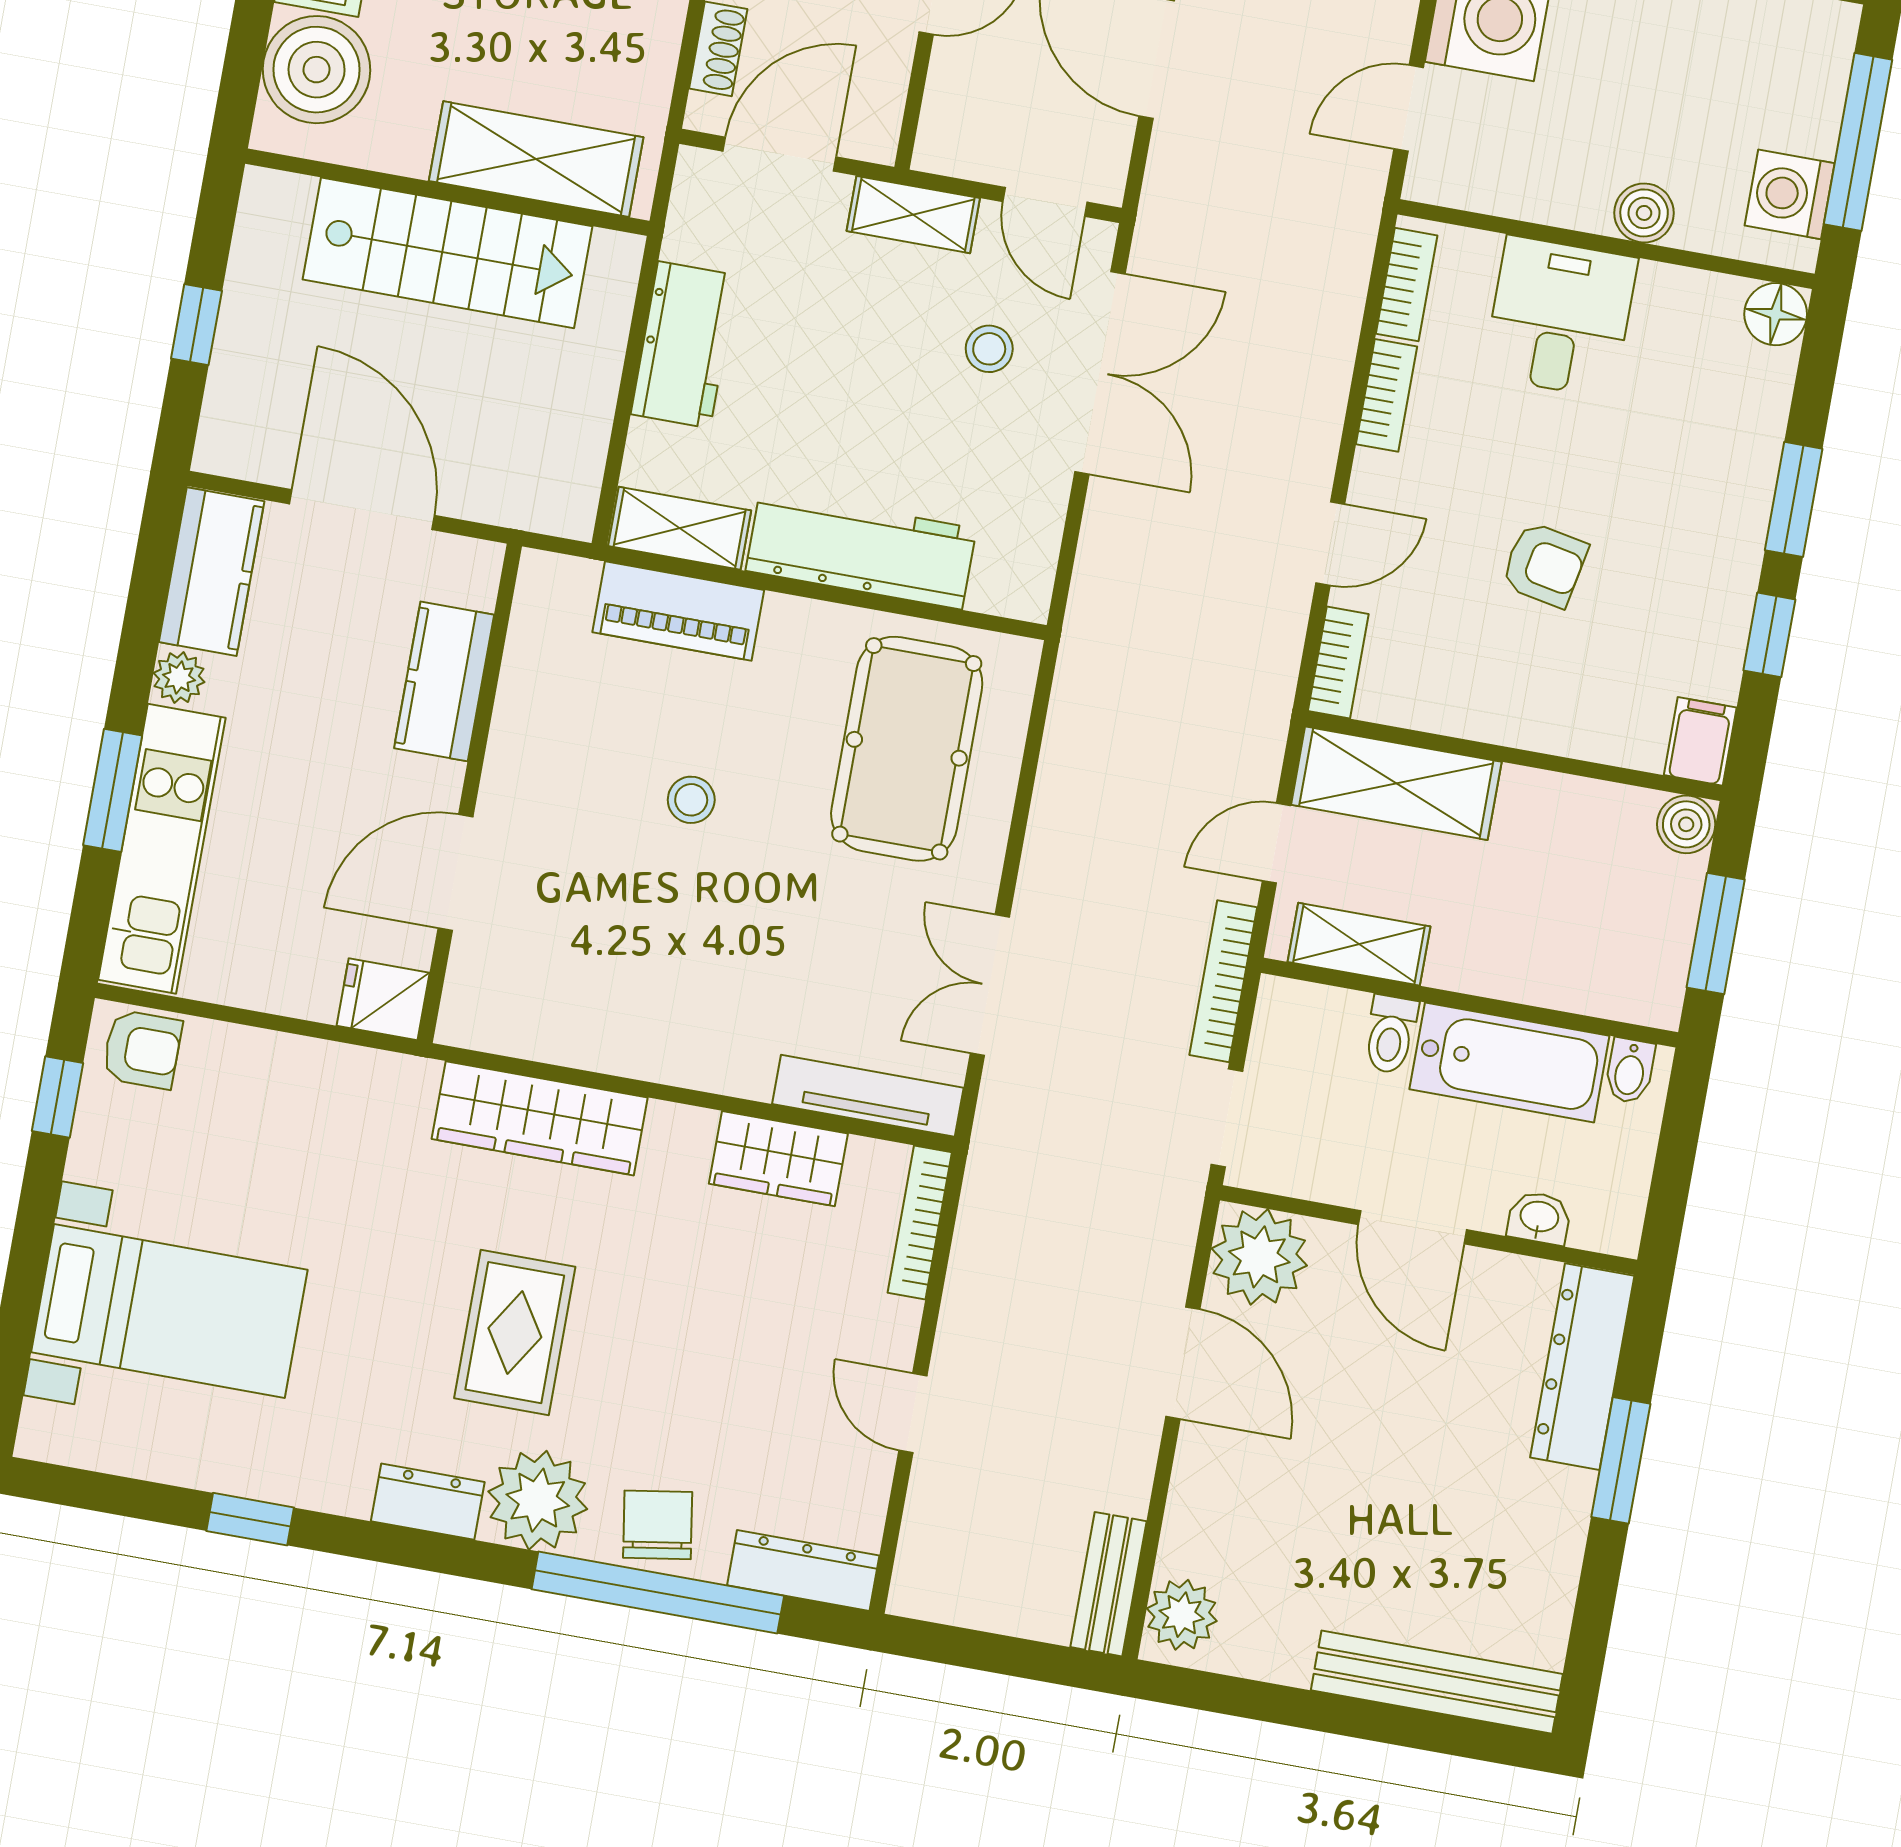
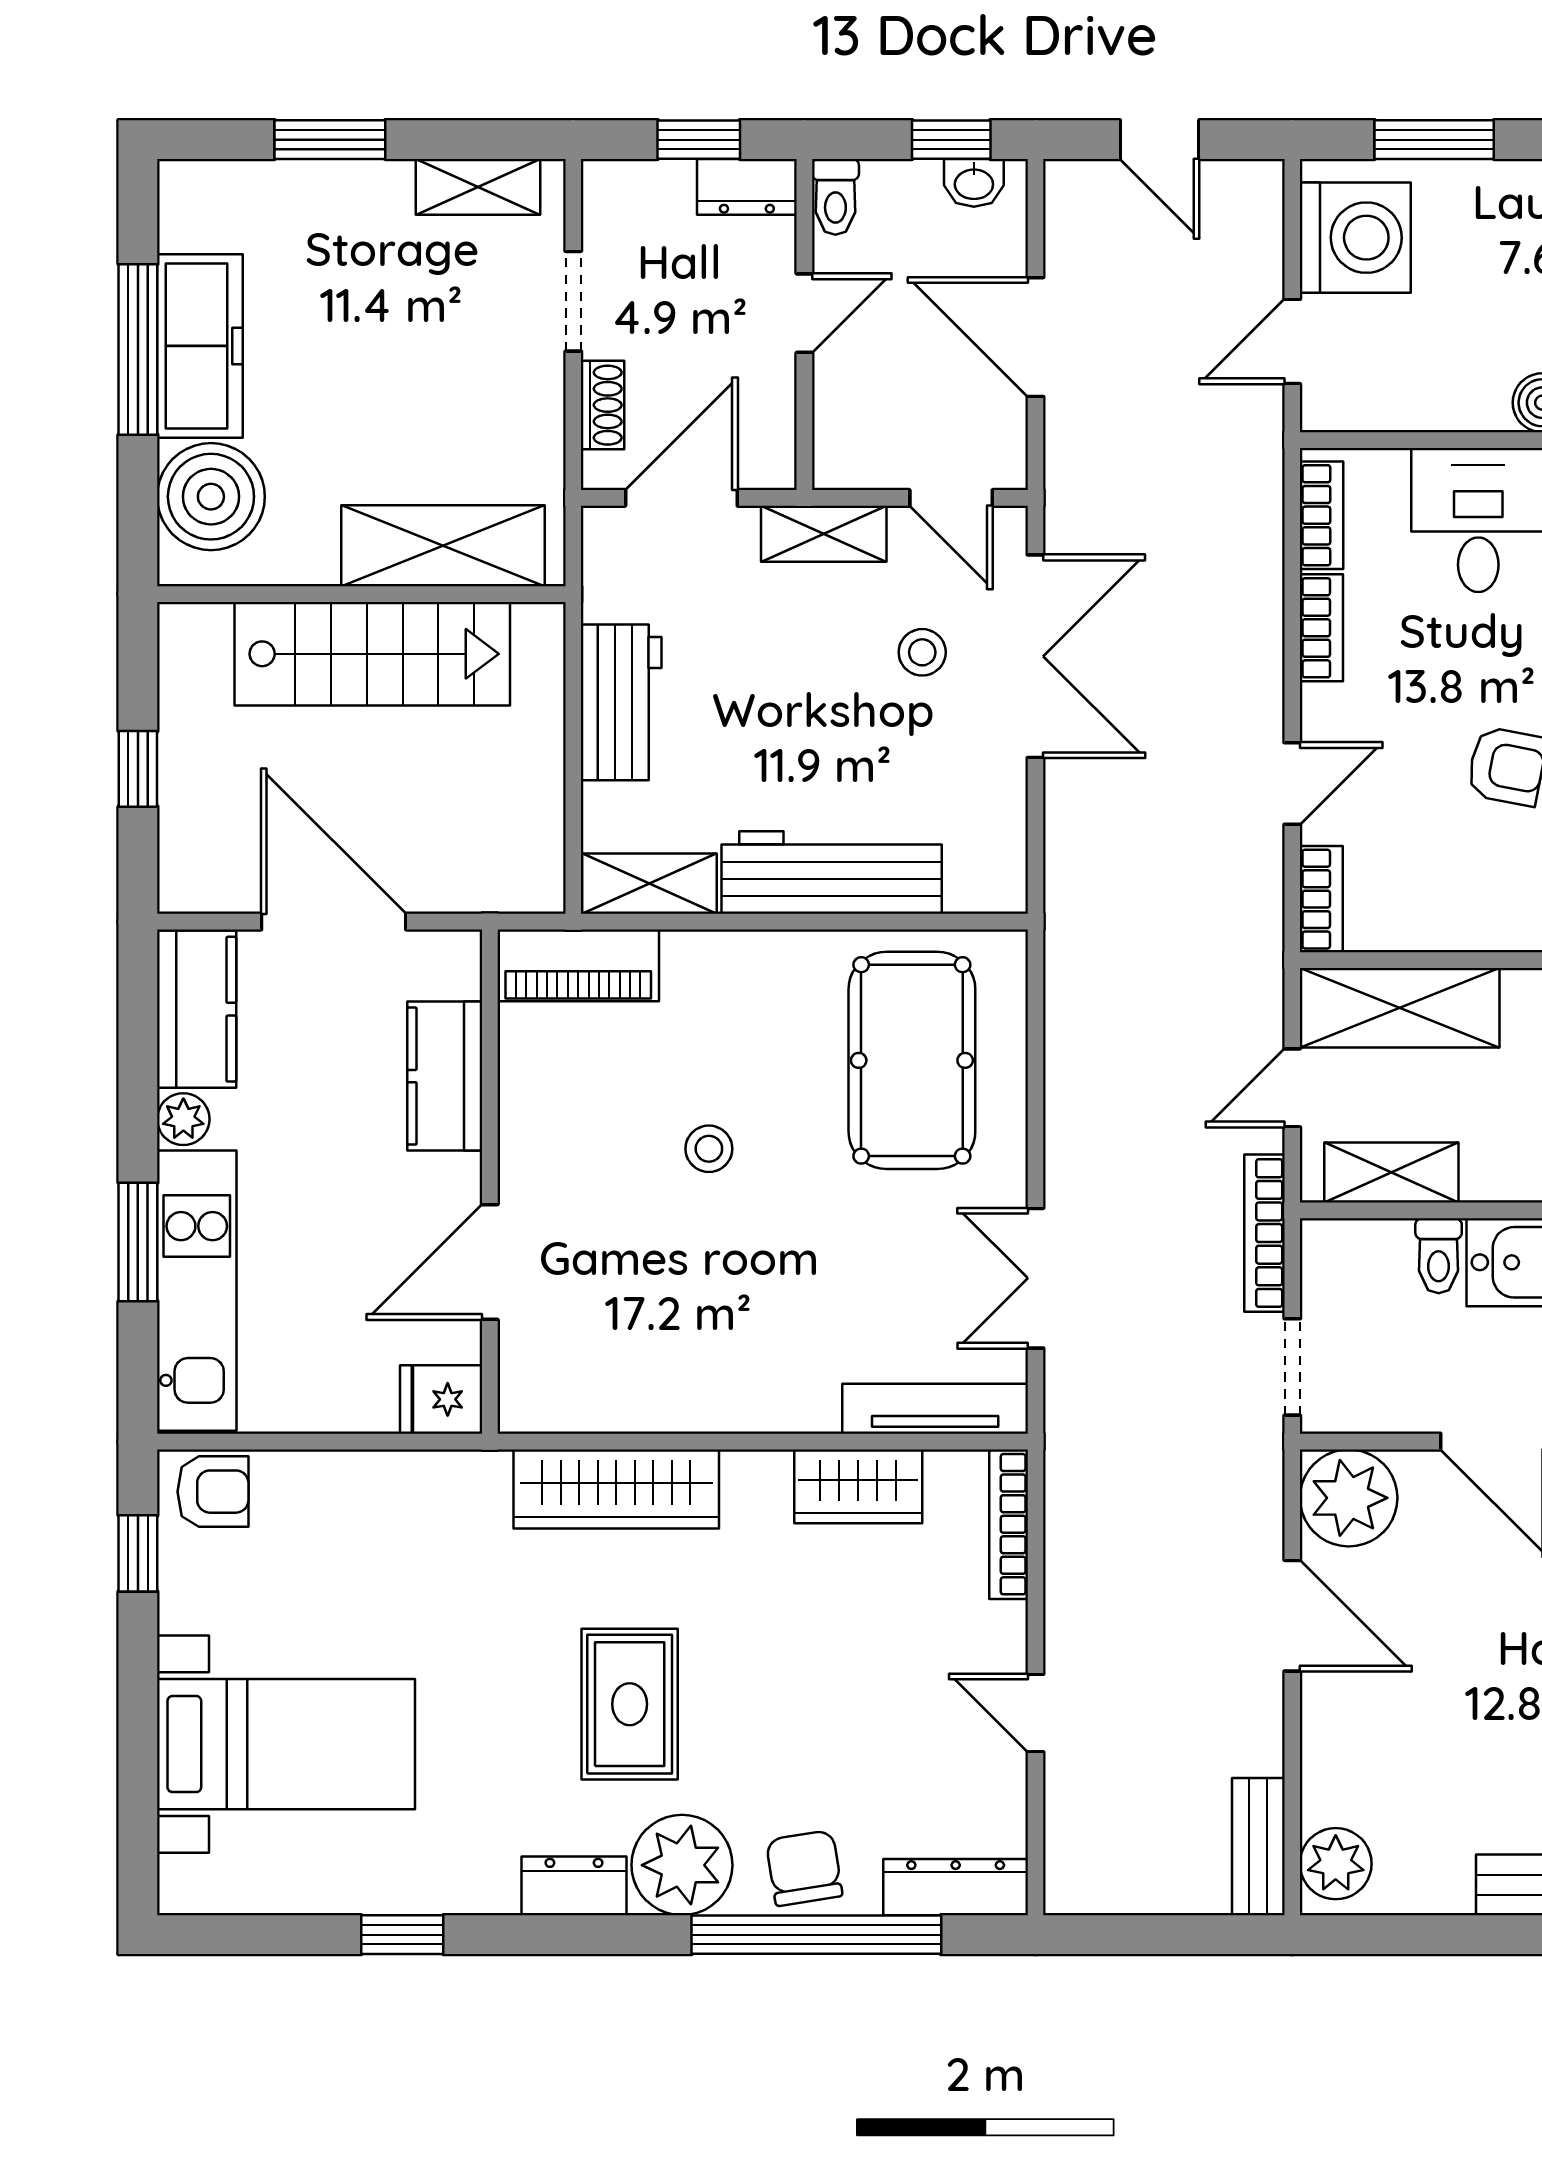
piano: (678, 611) -> (578, 965), moved

